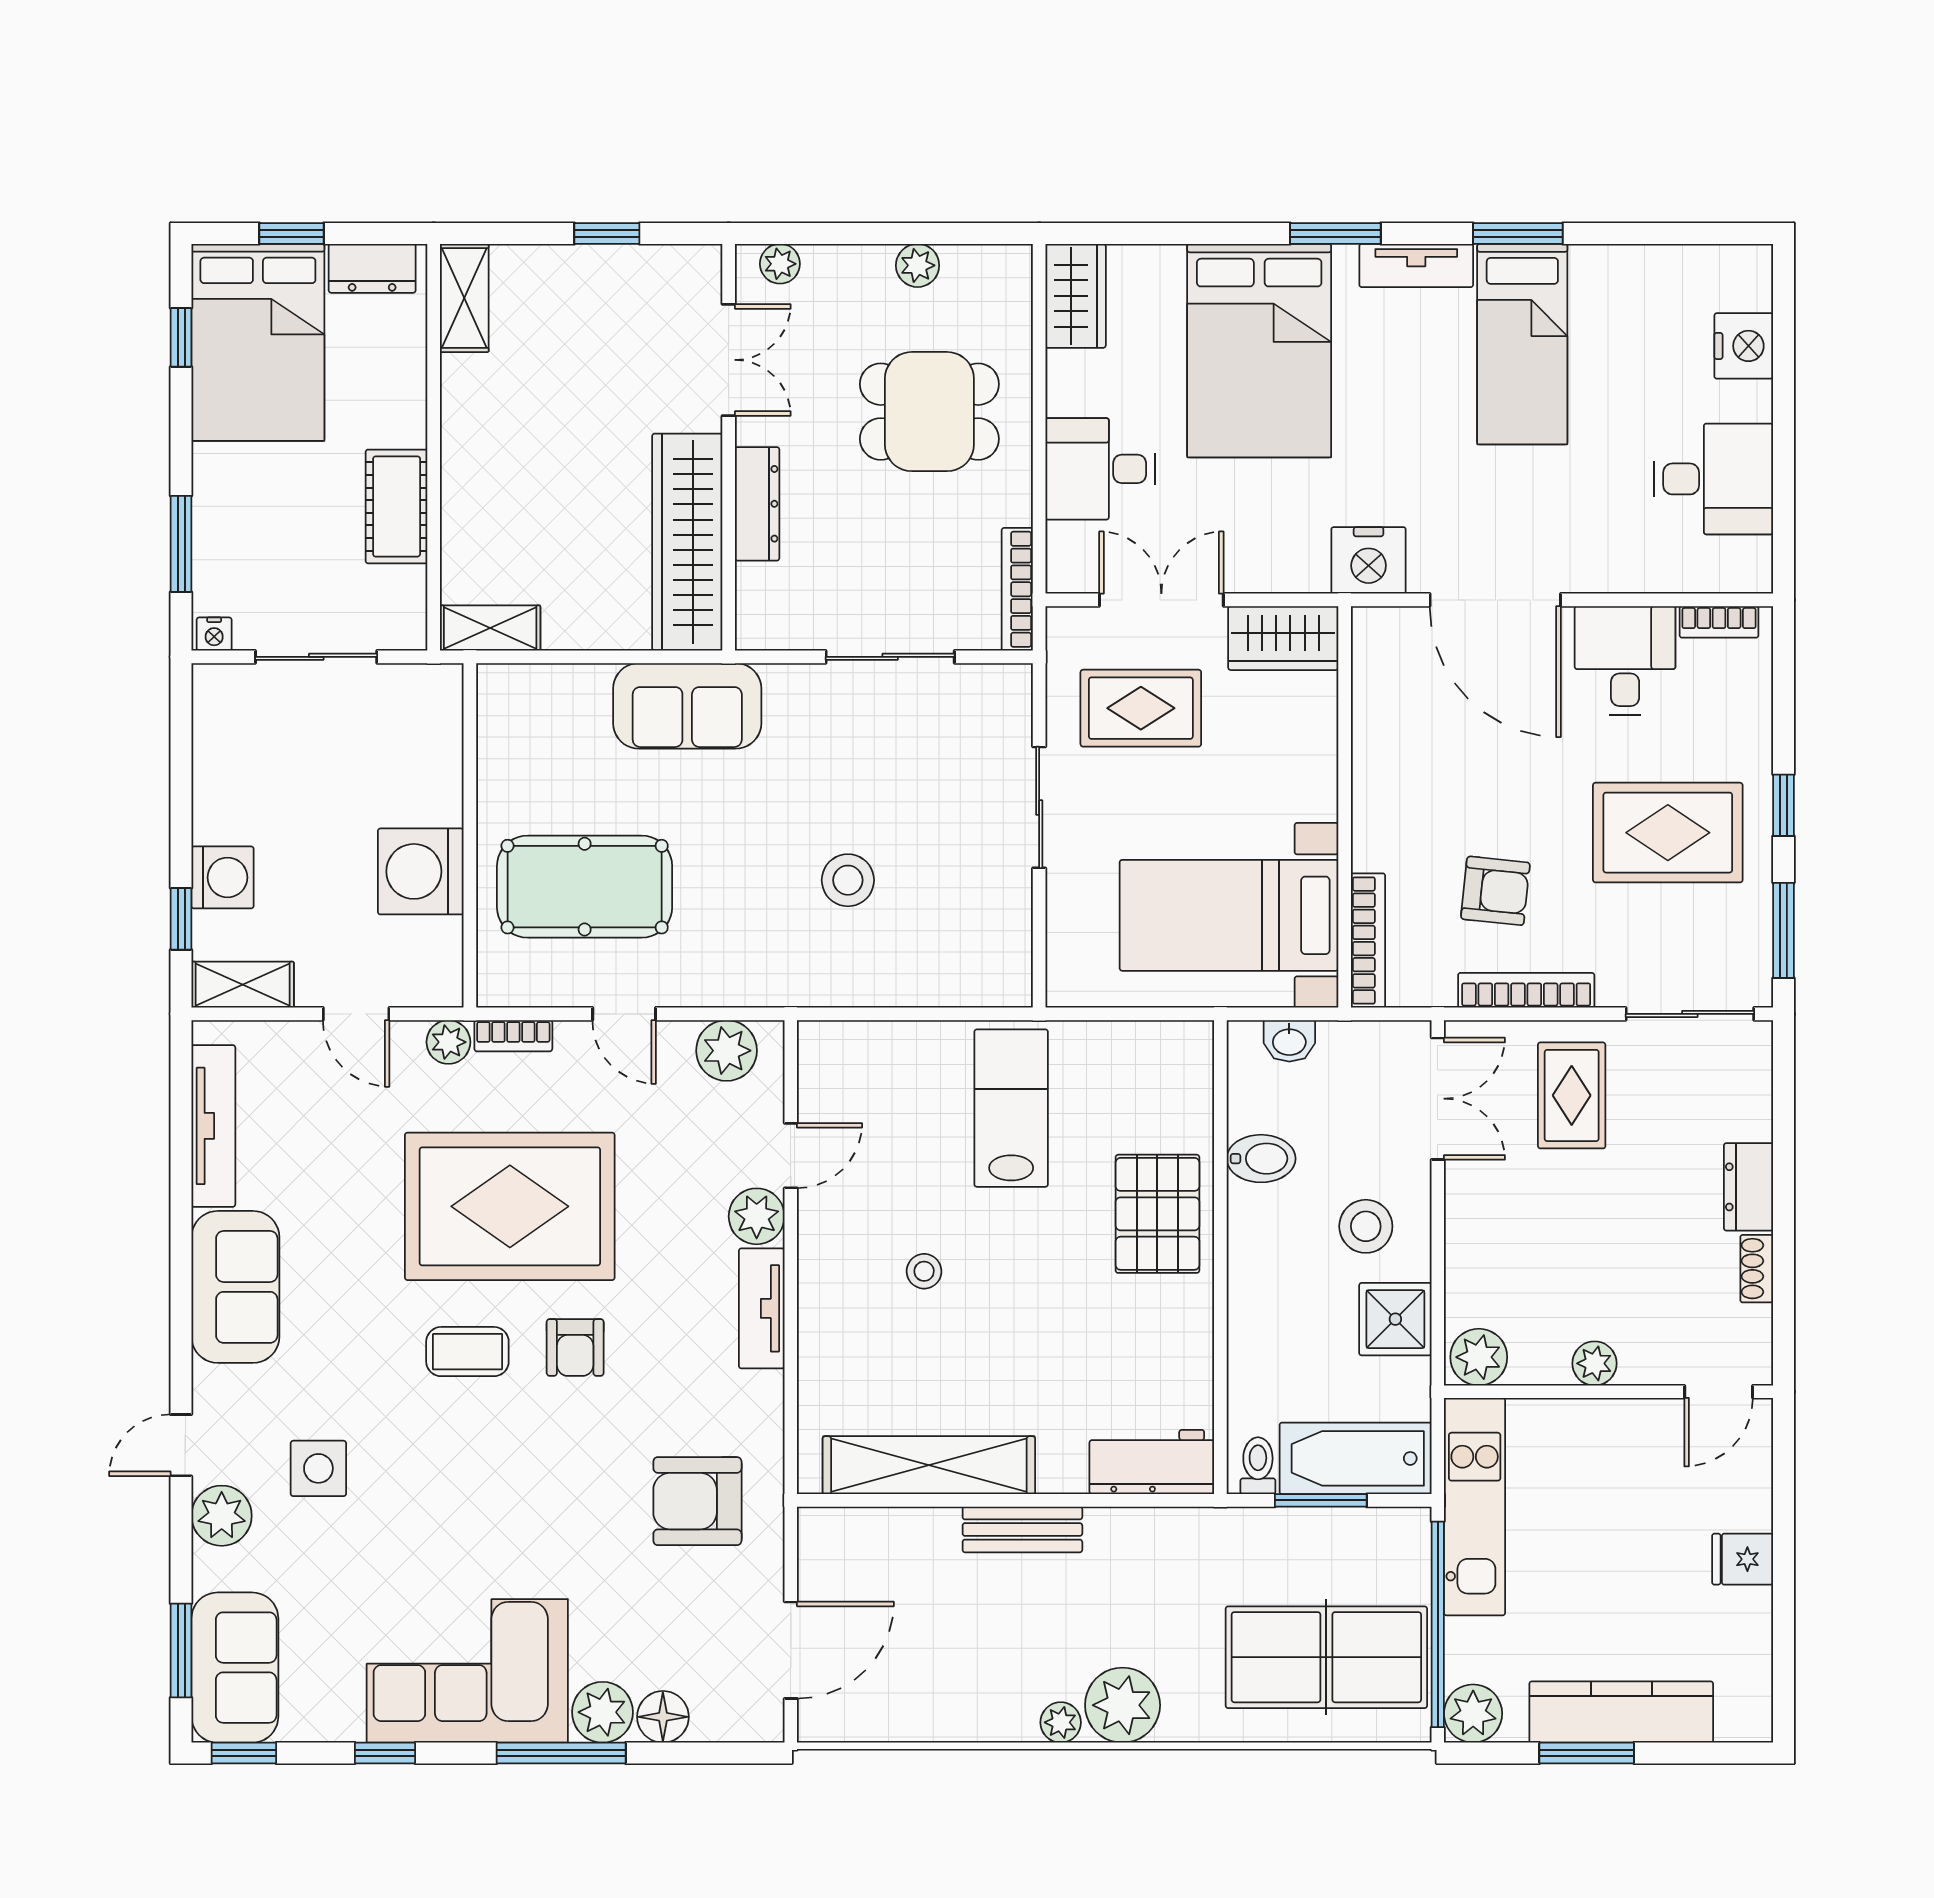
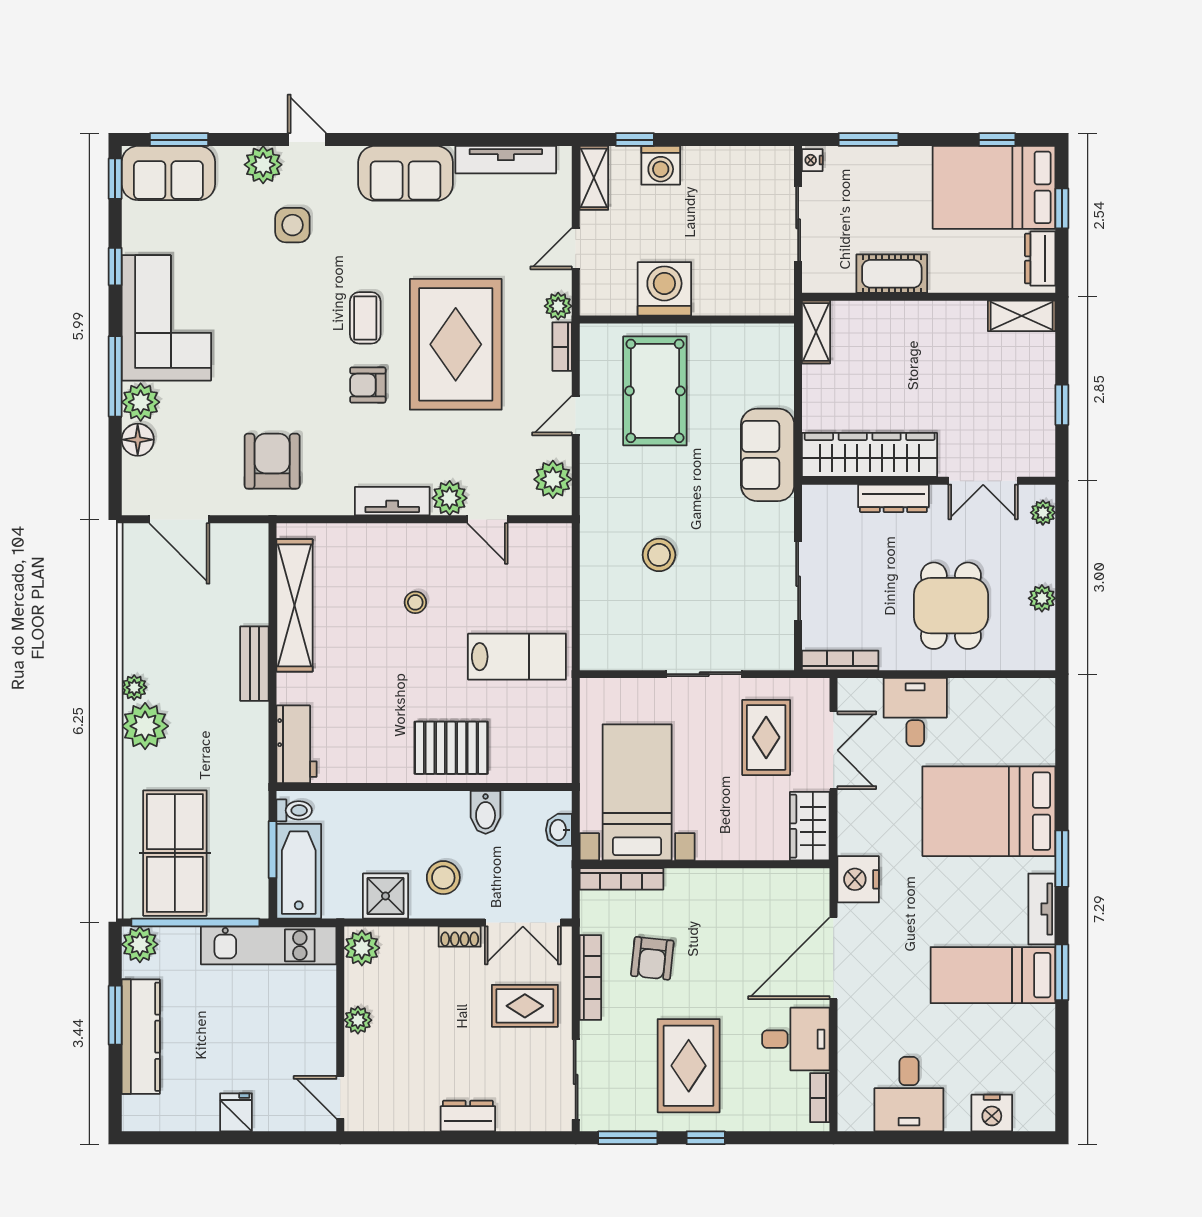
wardrobe: (1076, 296) -> (1023, 697), removed
shoe rack: (1757, 1269) -> (460, 937), moved, turned 180

